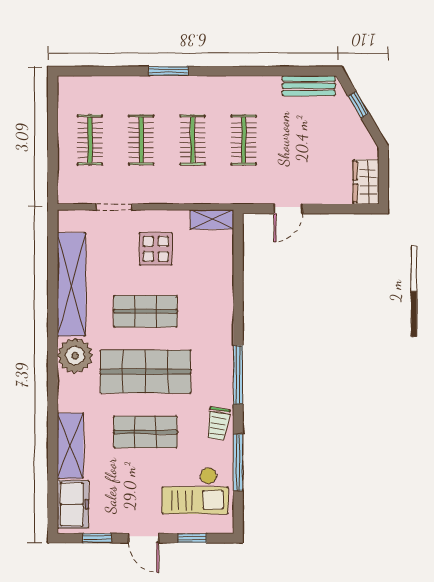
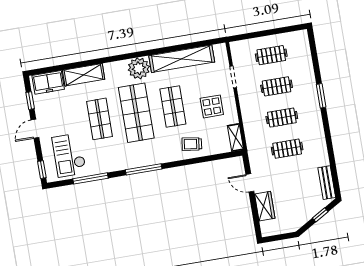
wardrobe: (366, 182) -> (265, 206), moved, turned 90
trolley: (218, 424) -> (192, 144), moved
window: (192, 538) -> (42, 170), moved

